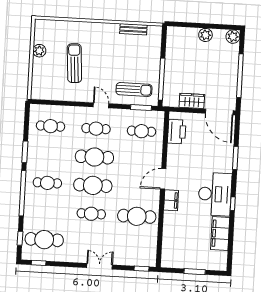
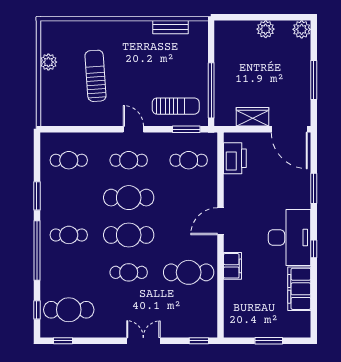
window: (240, 76) -> (314, 80), width x0.68
filing cabinet: (171, 200) -> (233, 266), moved

